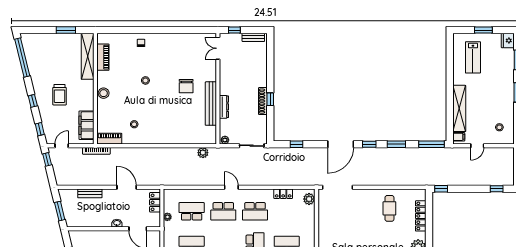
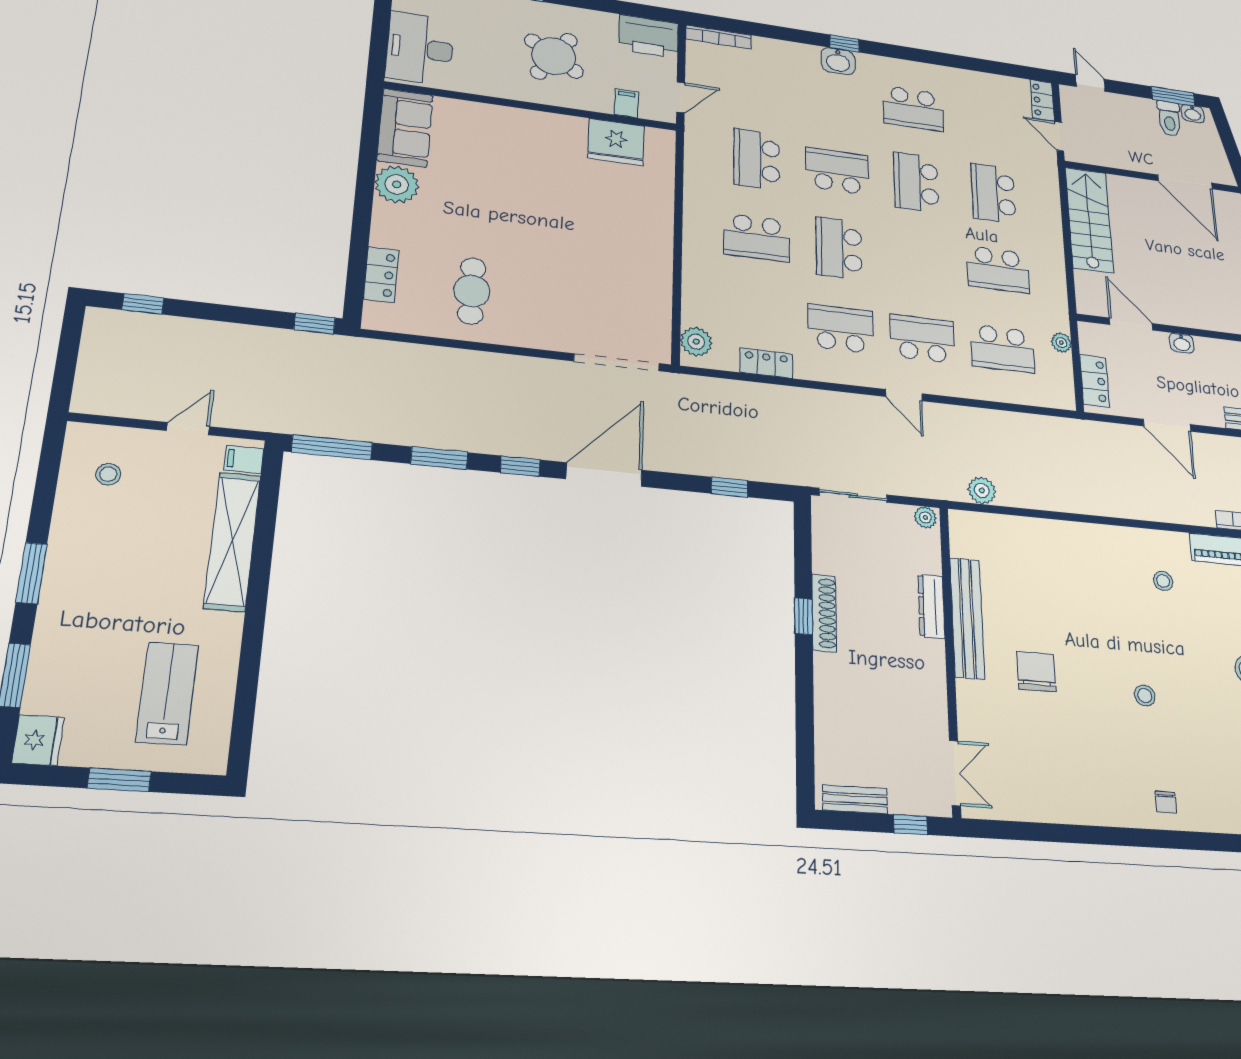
locker: (421, 216) -> (381, 275), width x0.66

